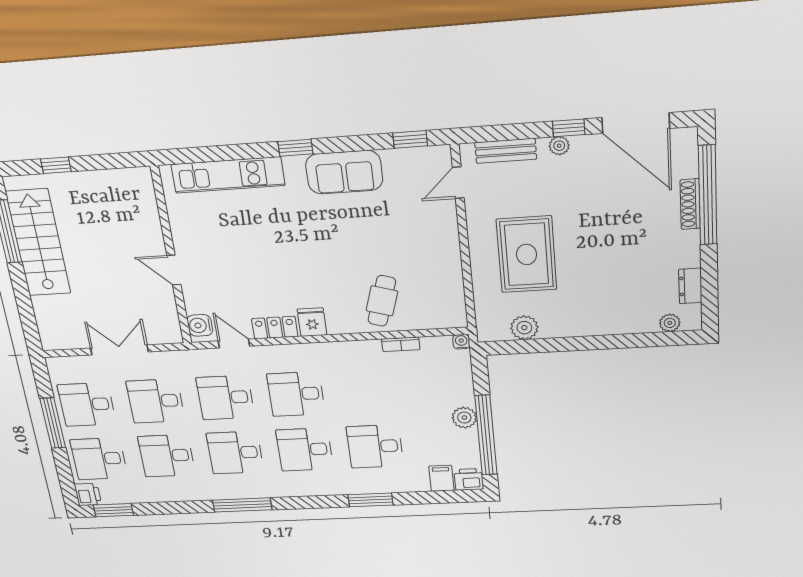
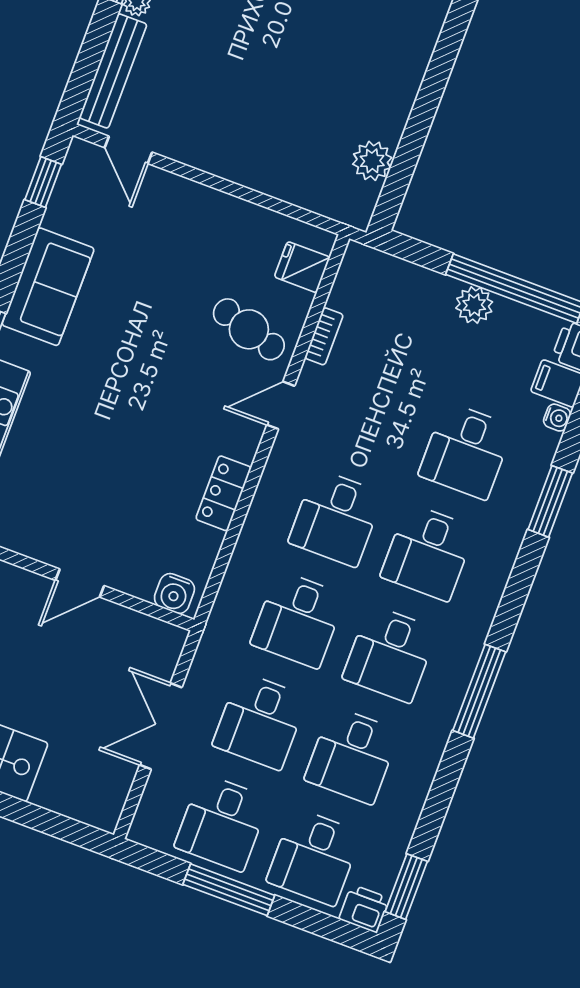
bench: (506, 151) -> (113, 71), width x1.36
rug: (527, 254) -> (267, 110), removed
fridge: (312, 322) -> (302, 267), moved
water cooler: (461, 342) -> (557, 418), moved, turned 180
door: (234, 344) -> (281, 405), moved

